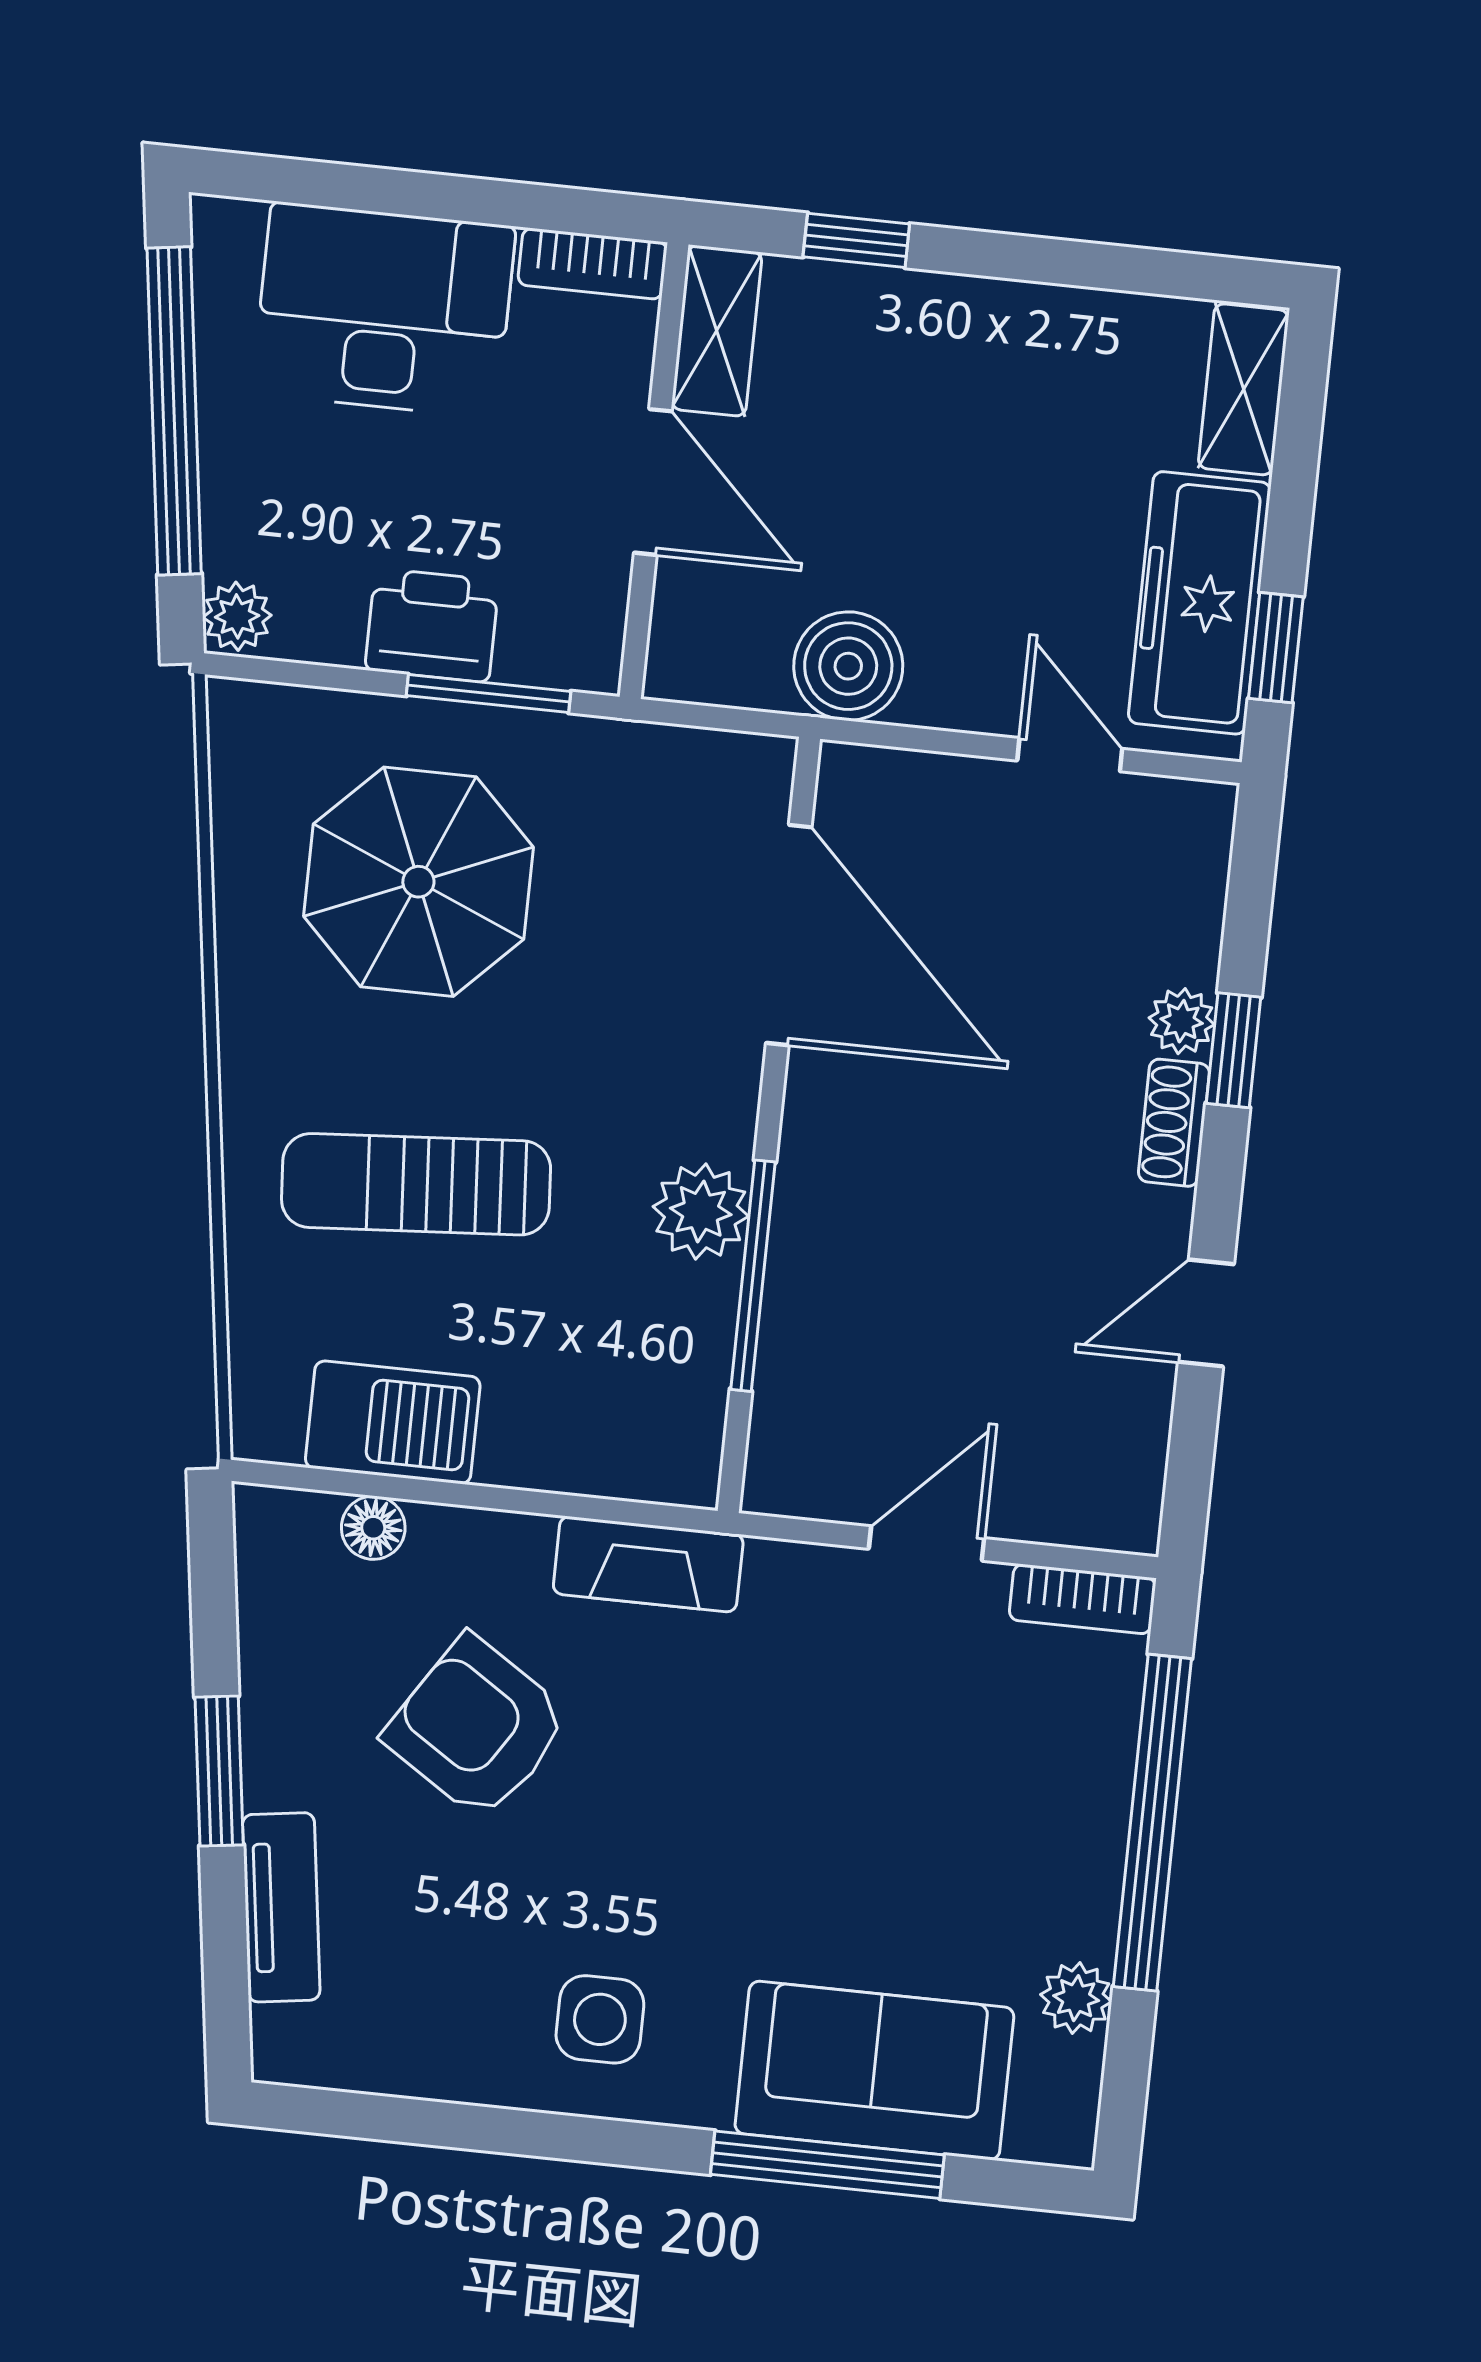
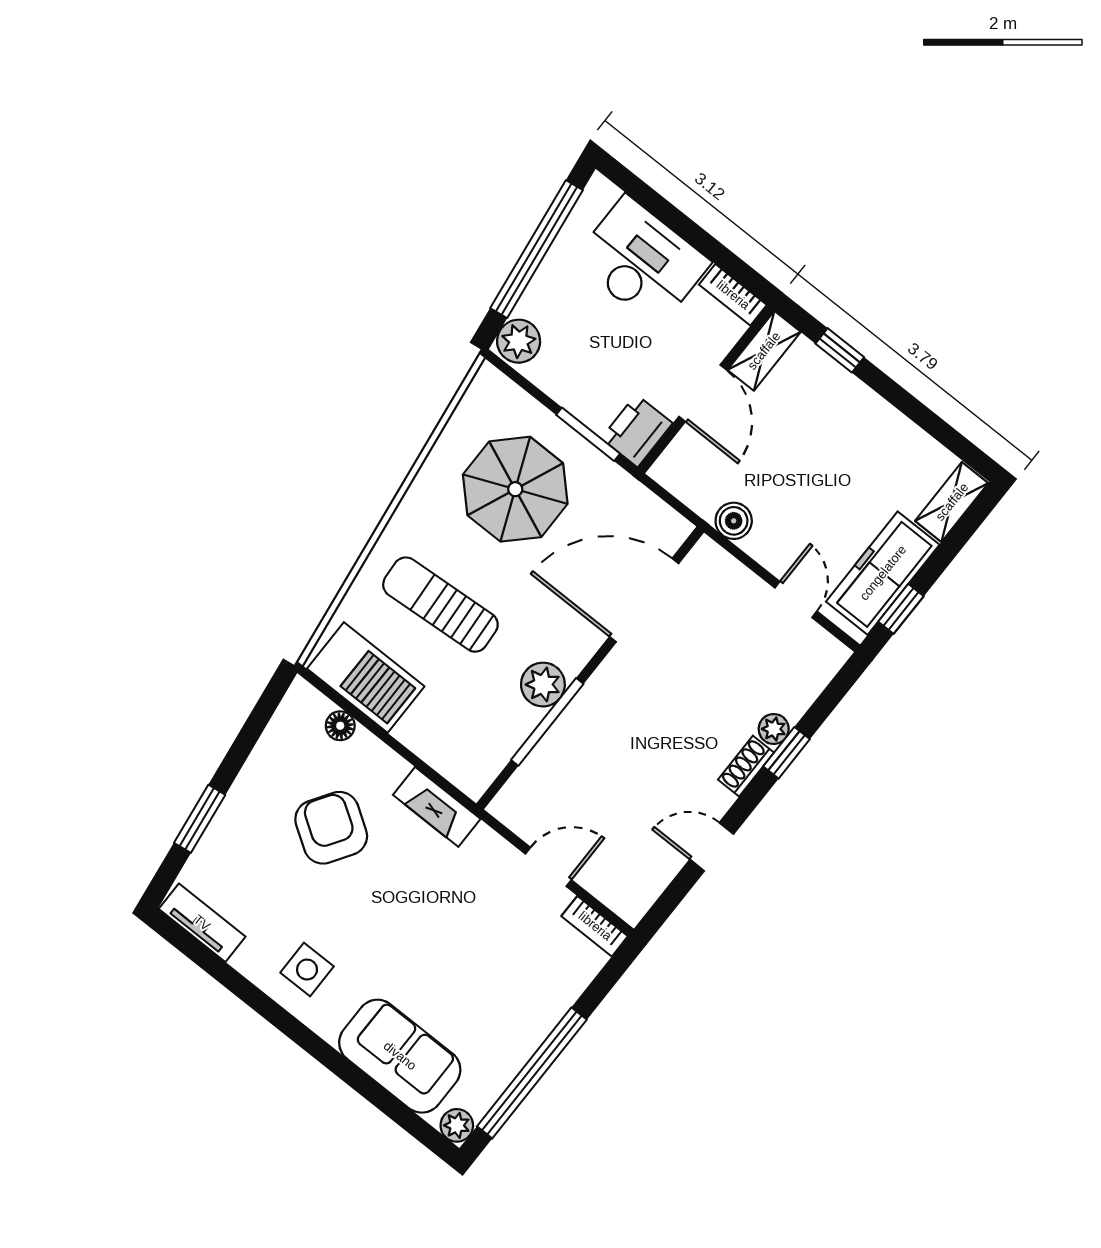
plant: (237, 616) -> (519, 341), width x1.38, depth x1.38
printer: (432, 625) -> (637, 431), moved, turned -90
boiler: (848, 666) -> (734, 521), width x0.73, depth x0.73
door: (789, 935) -> (644, 600), swing flipped
barbecue: (393, 1422) -> (366, 677), width x1.37, depth x1.21
window: (219, 1771) -> (200, 819), moved
window: (1152, 1823) -> (532, 1073), moved
tv unit: (281, 1907) -> (202, 923), moved, turned -82
plant: (1076, 1998) -> (457, 1125), moved
window: (827, 2165) -> (359, 1081), removed

